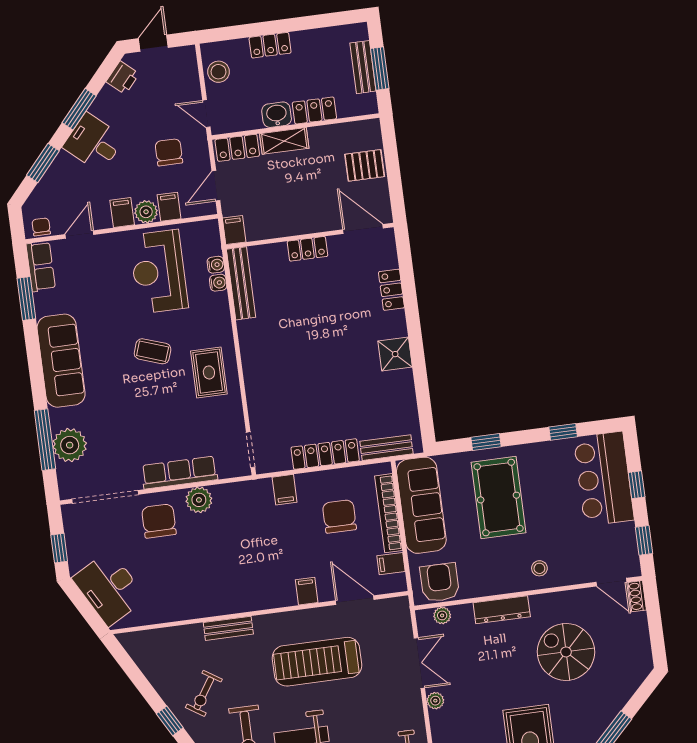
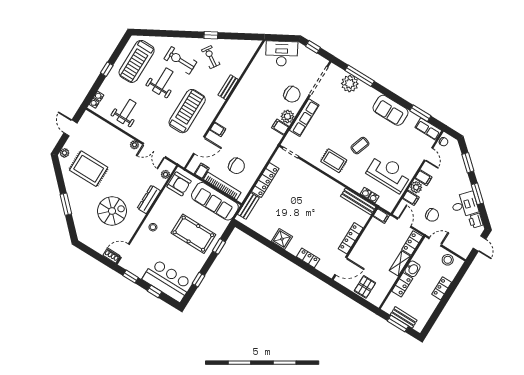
desk: (94, 142) -> (465, 205), moved
locker: (307, 249) -> (351, 238), width x1.53
sofa: (61, 361) -> (390, 110), width x0.73
filing cabinet: (285, 490) -> (280, 127), moved

